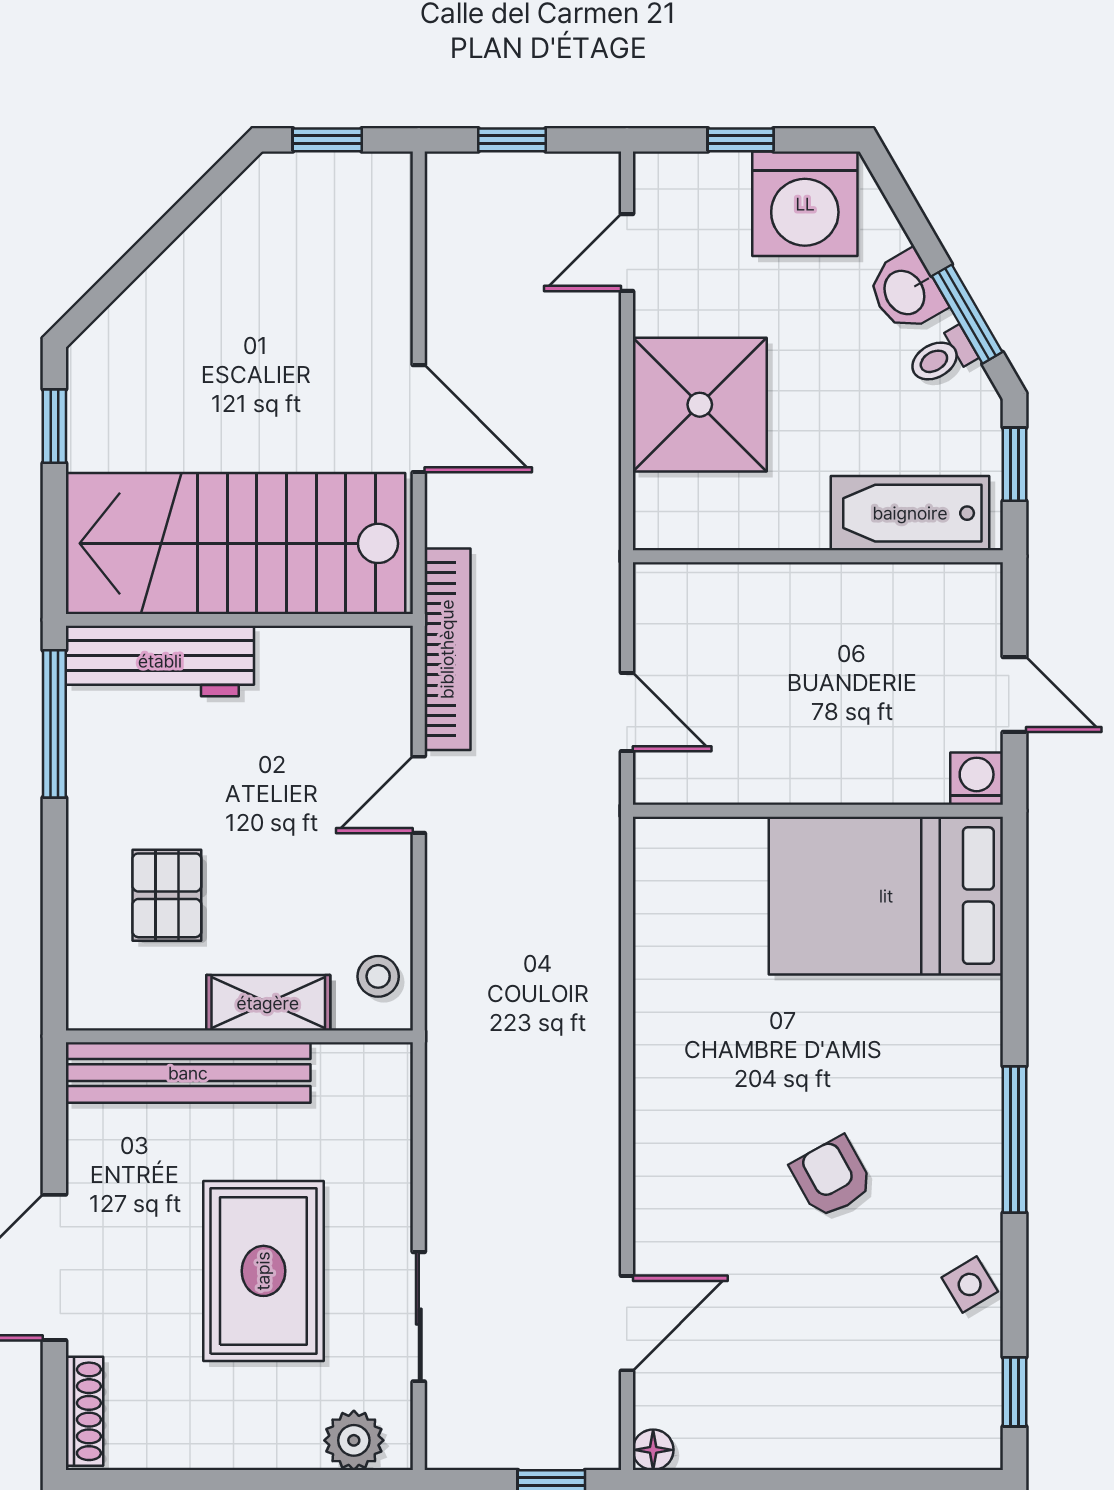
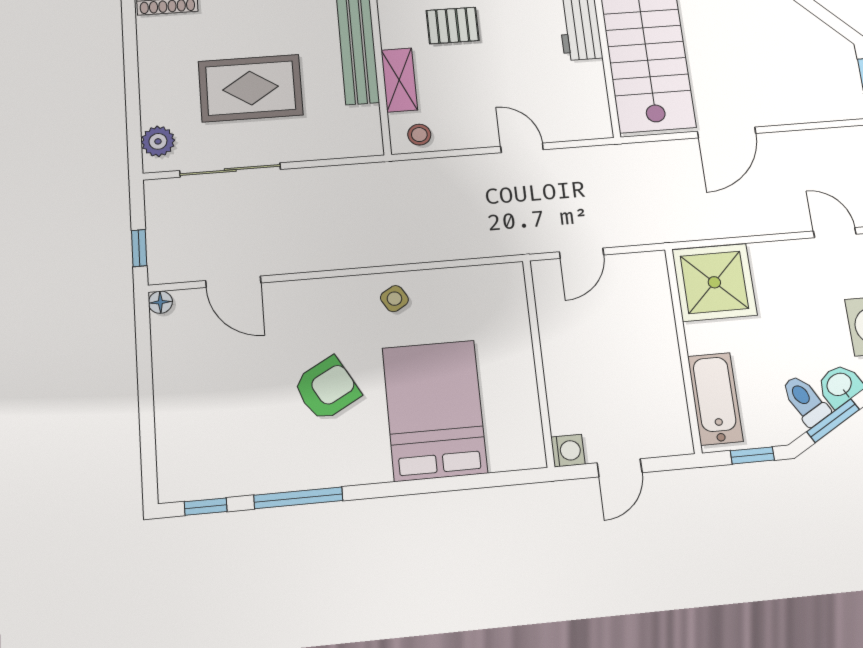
toilet: (942, 357) -> (805, 400), width x1.37, depth x1.39
shower: (700, 405) -> (714, 282), moved
bookcase: (447, 649) -> (604, 157), removed
bed: (886, 896) -> (435, 410), moved
window: (1014, 1139) -> (298, 498), moved
armchair: (832, 1177) -> (327, 389), width x1.38, depth x1.38
side table: (970, 1284) -> (394, 299), moved
sliding door: (419, 1317) -> (230, 170), width x1.37

